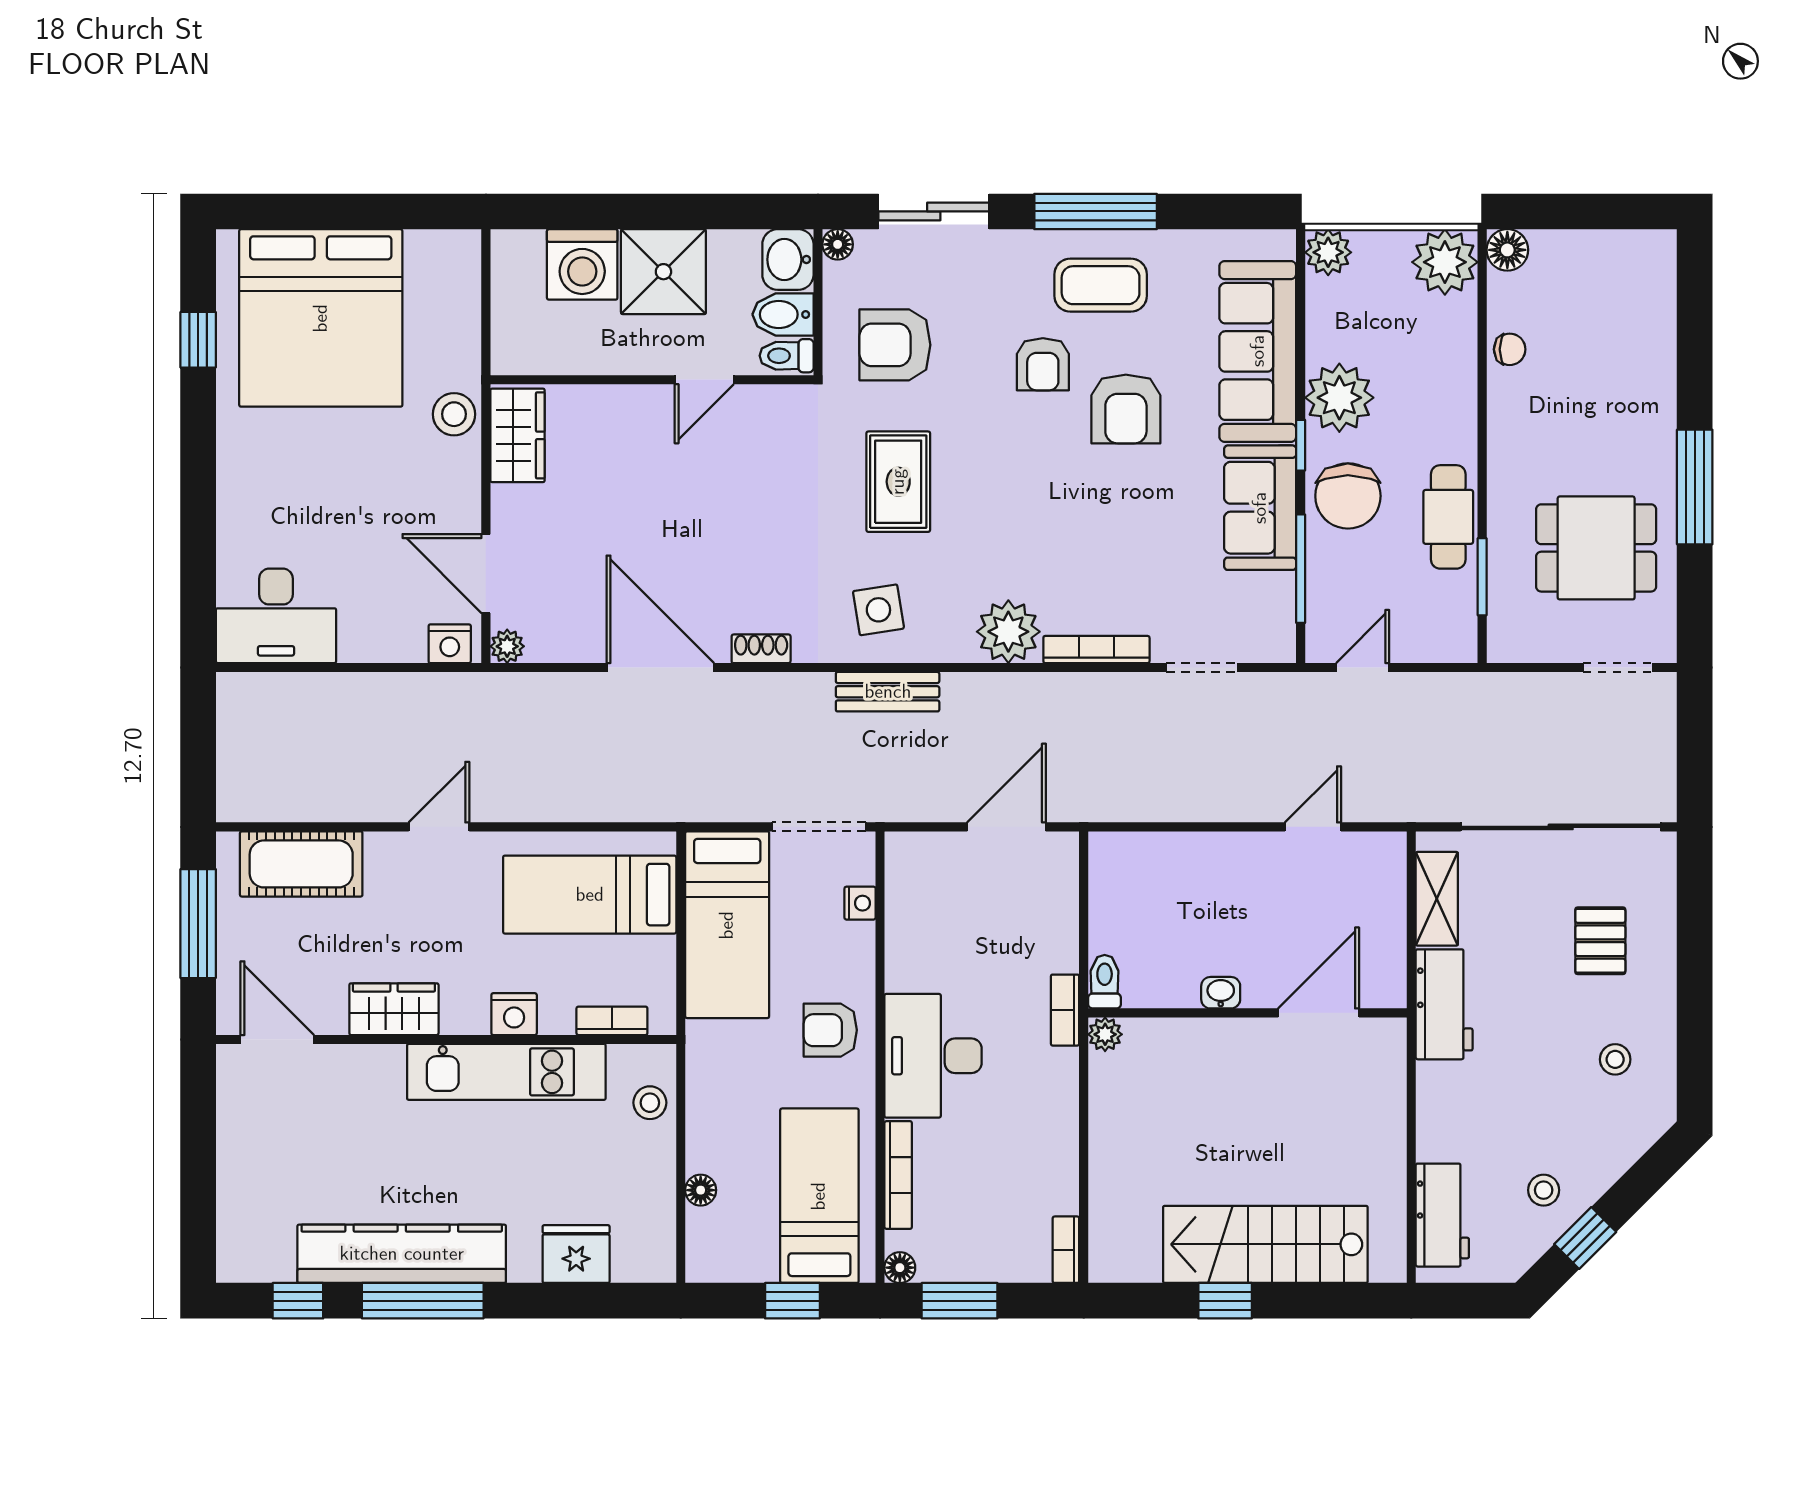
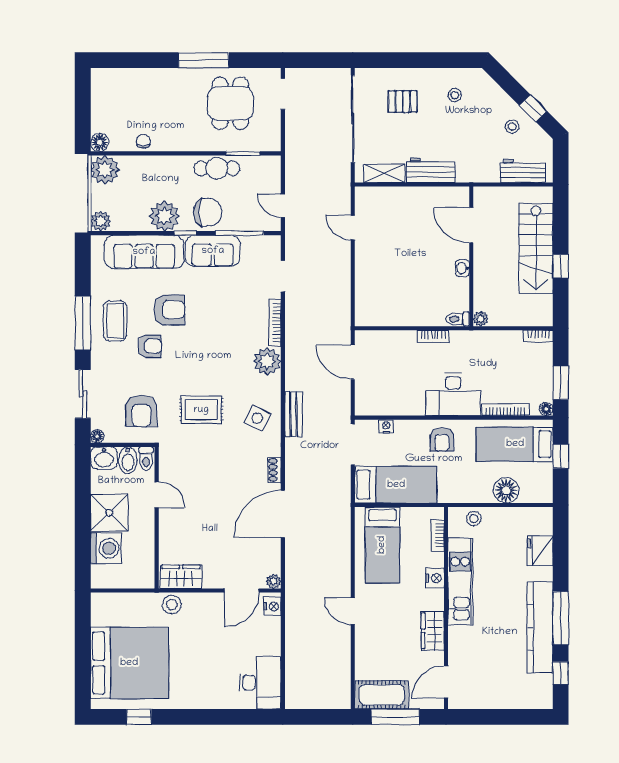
side table: (878, 610) -> (258, 418), turned 34
cot: (301, 864) -> (382, 695), moved, turned 90
toilet: (1105, 982) -> (458, 319), moved
washbasin: (1221, 993) -> (462, 268), moved
wall: (1247, 1013) -> (471, 256), moved
door: (1319, 1013) -> (471, 225), moved
plant: (1105, 1034) -> (481, 319), moved
floor lamp: (701, 1190) -> (506, 490), width x1.89, depth x1.89

